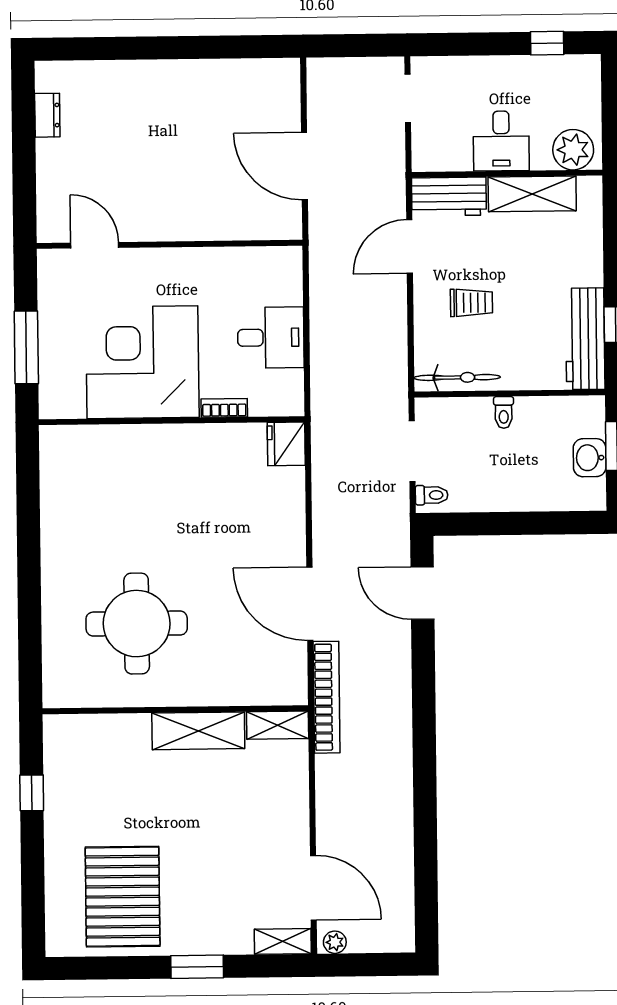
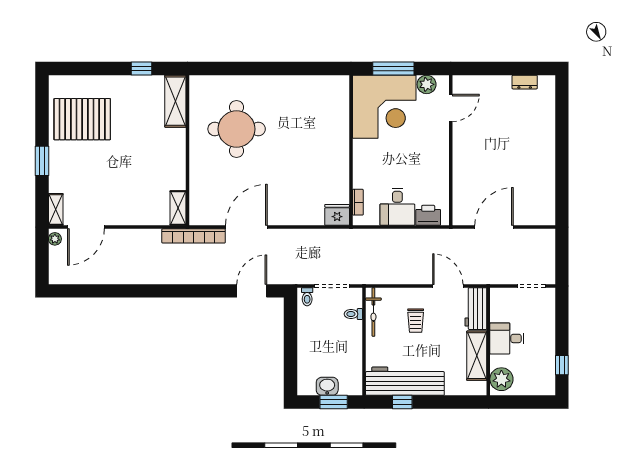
printer: (285, 283) -> (428, 215), added
plant: (54, 288) -> (427, 84), added
workbench: (585, 339) -> (405, 381), width x1.36, depth x1.32
corner desk: (142, 362) -> (384, 107), moved, turned 90
bookcase: (224, 408) -> (358, 202), moved
toilet: (504, 412) -> (353, 314), moved
shelving: (198, 731) -> (175, 101), moved

